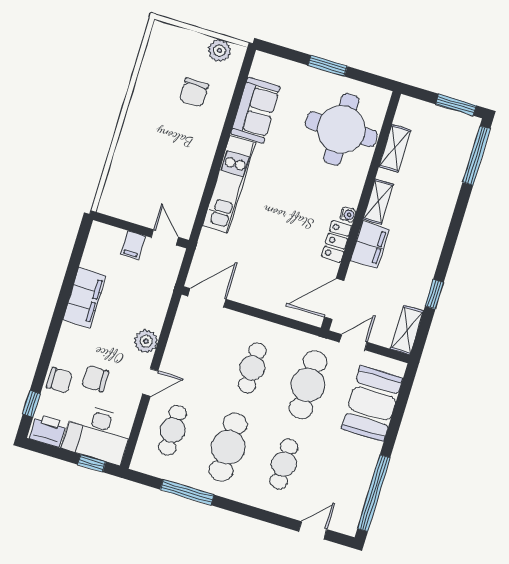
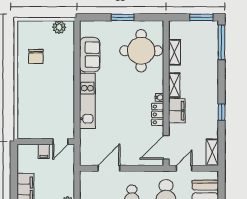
chair: (194, 92) -> (36, 56), moved
door: (165, 237) -> (60, 142), swing flipped
window: (434, 294) -> (222, 112), moved
door: (207, 298) -> (109, 168), moved

